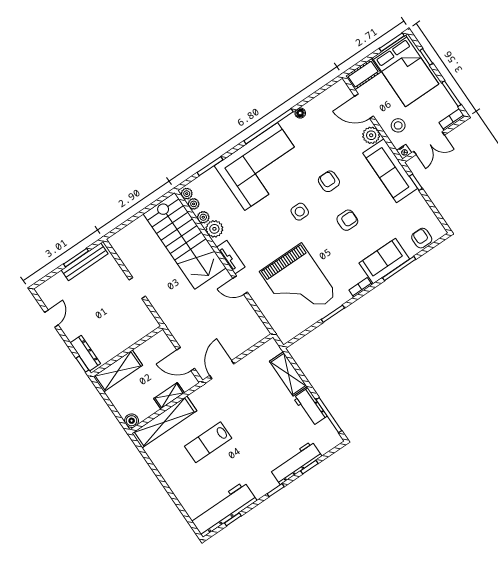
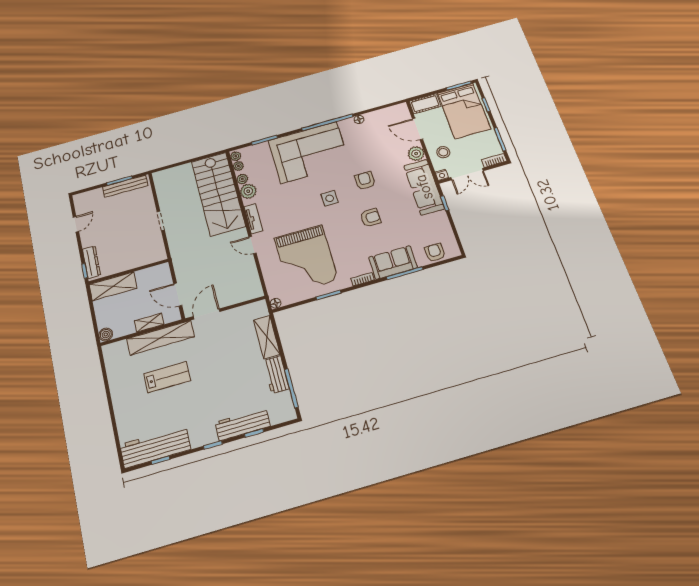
floor lamp: (285, 338) -> (276, 303), added
shelving: (164, 422) -> (161, 338), moved
lab bench: (208, 442) -> (167, 377), turned 180

